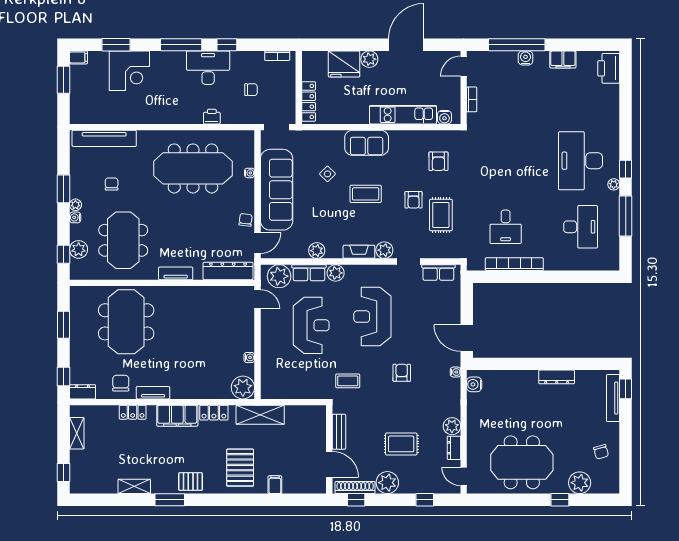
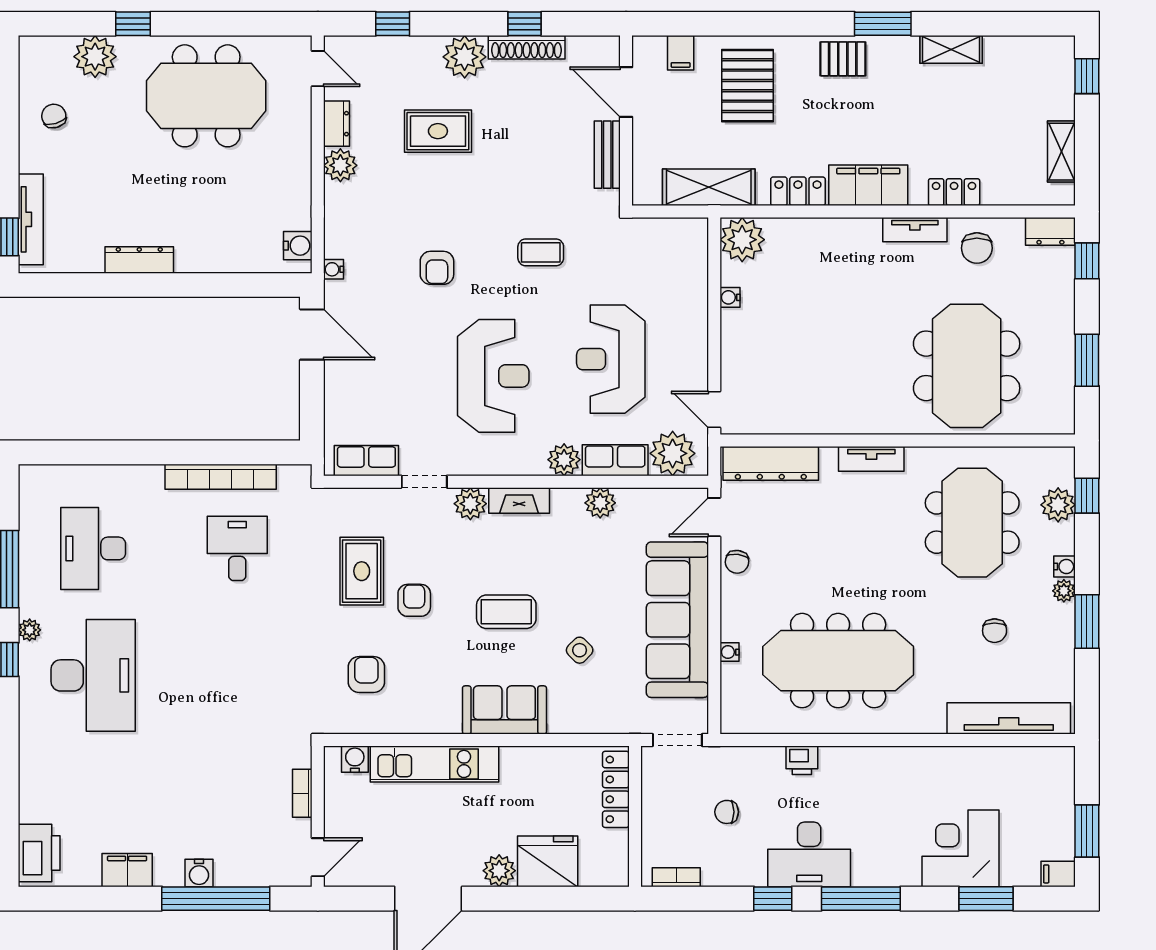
bench: (339, 432) -> (607, 155), moved
wall: (329, 449) -> (626, 121), moved
door: (329, 464) -> (626, 92), moved

